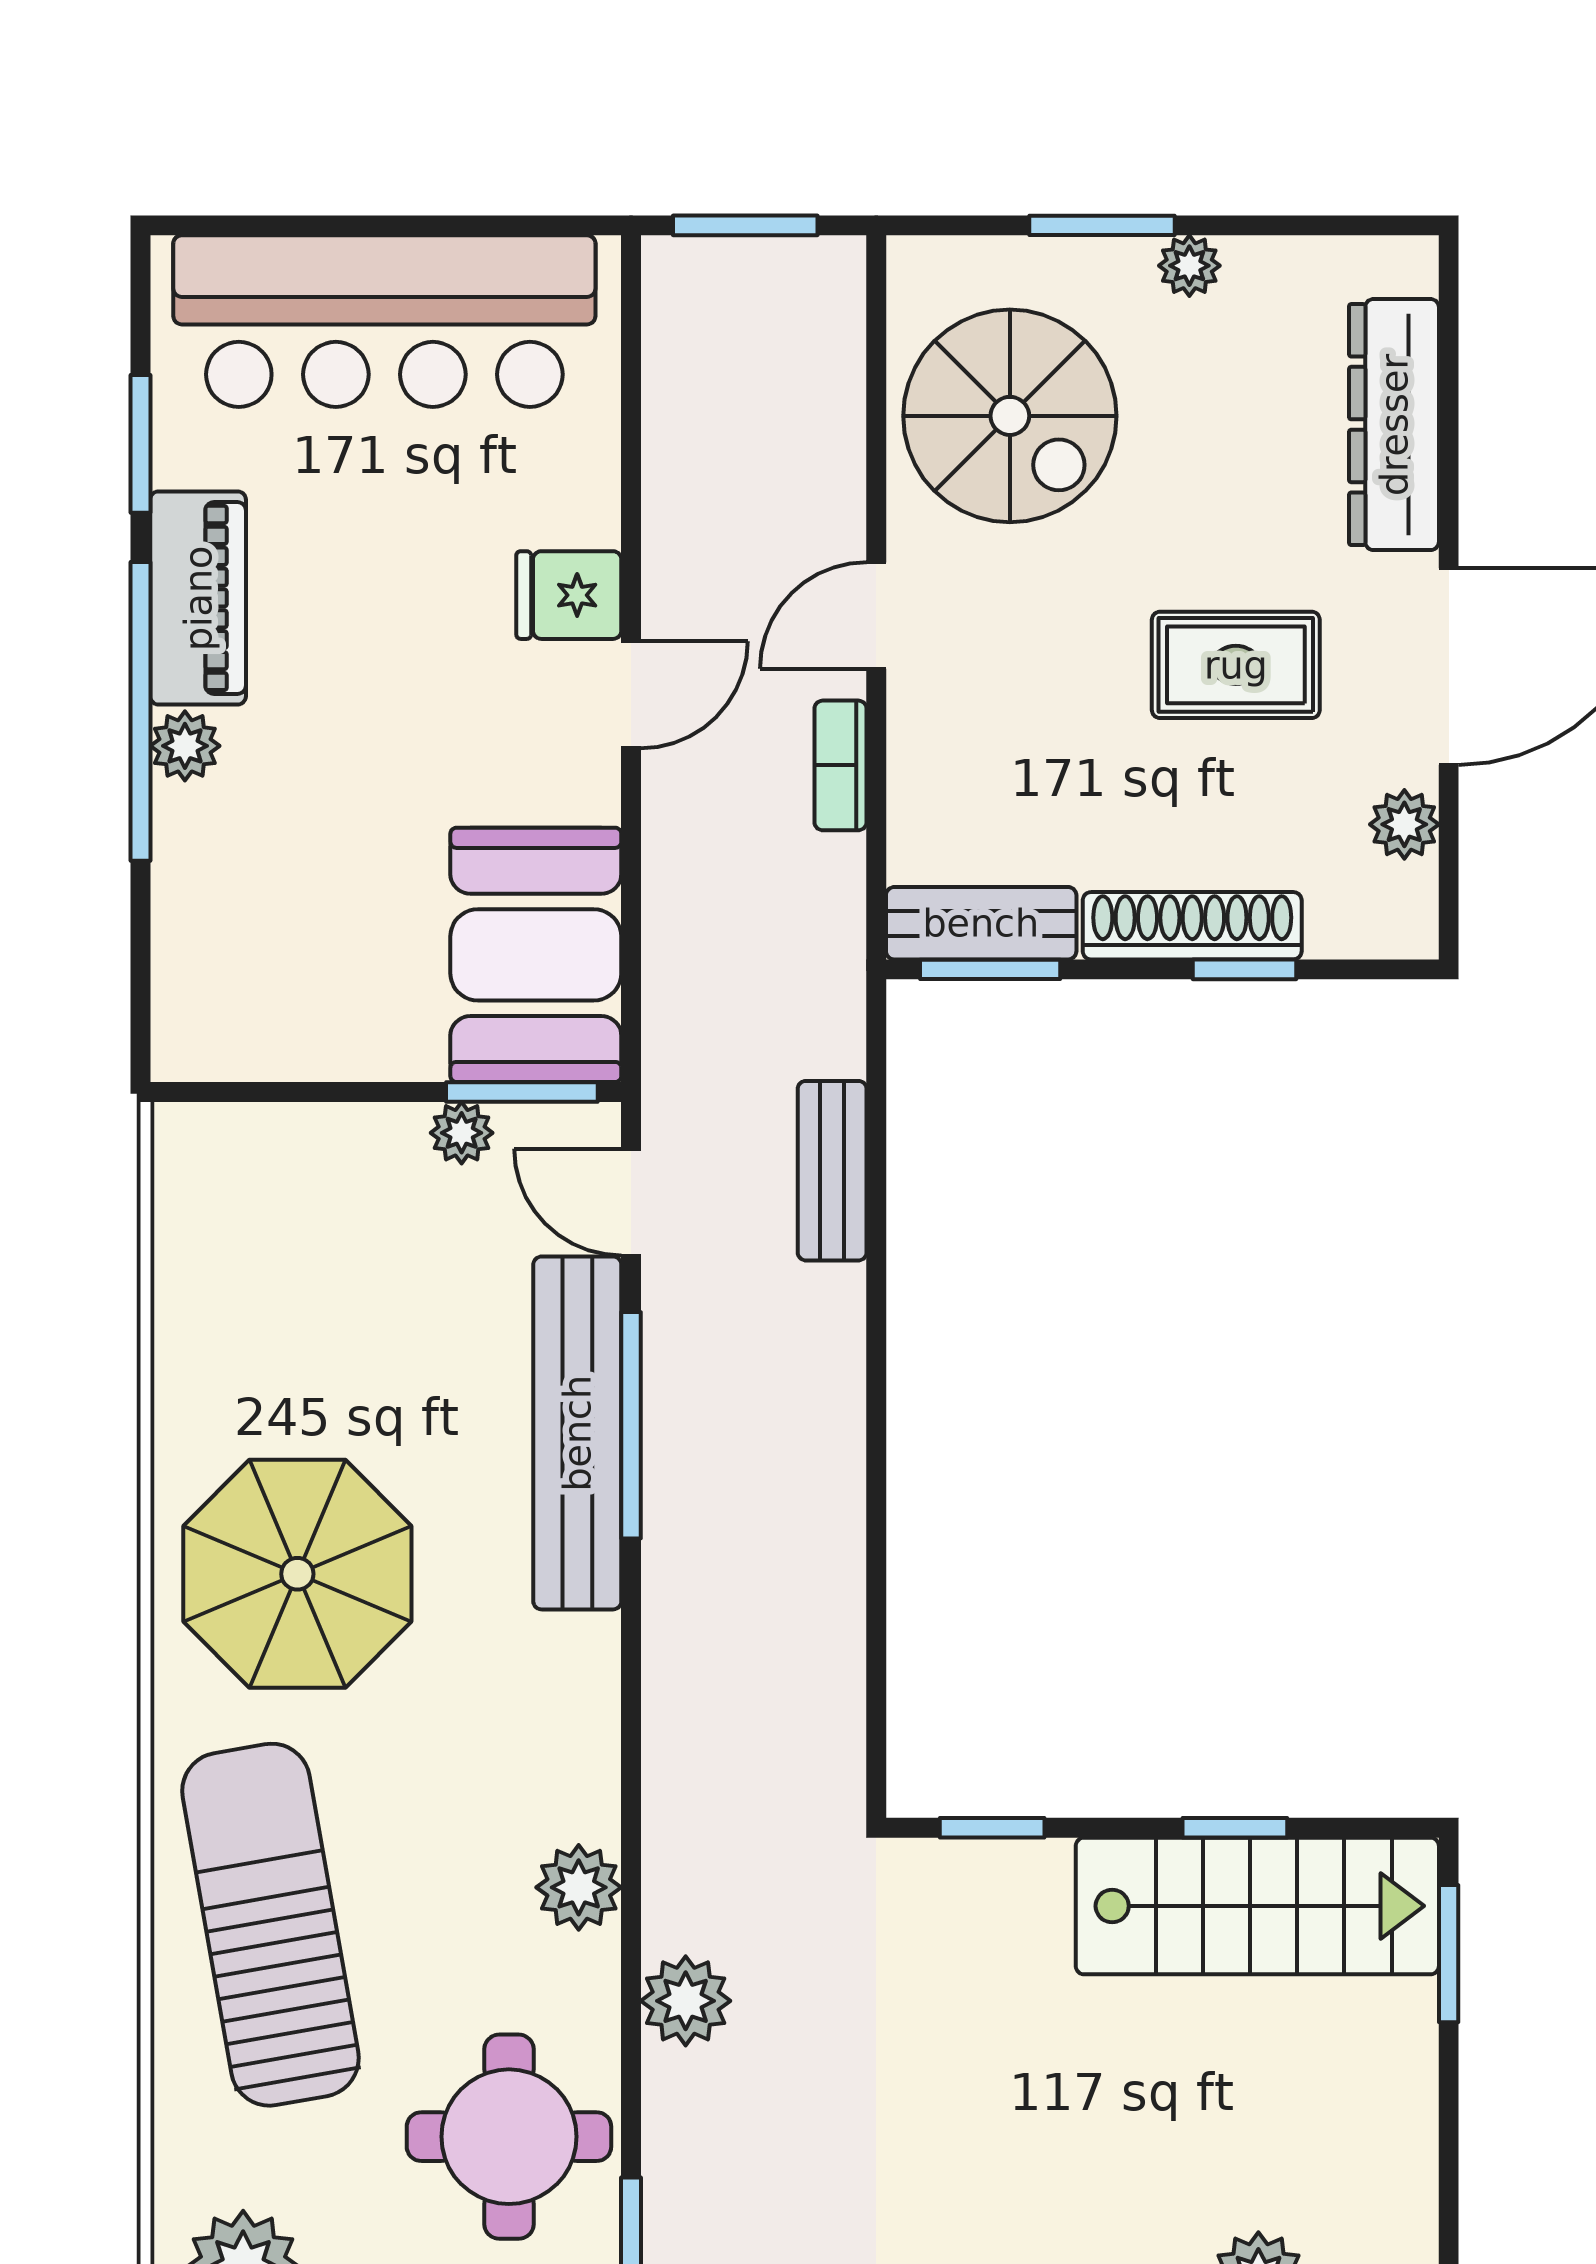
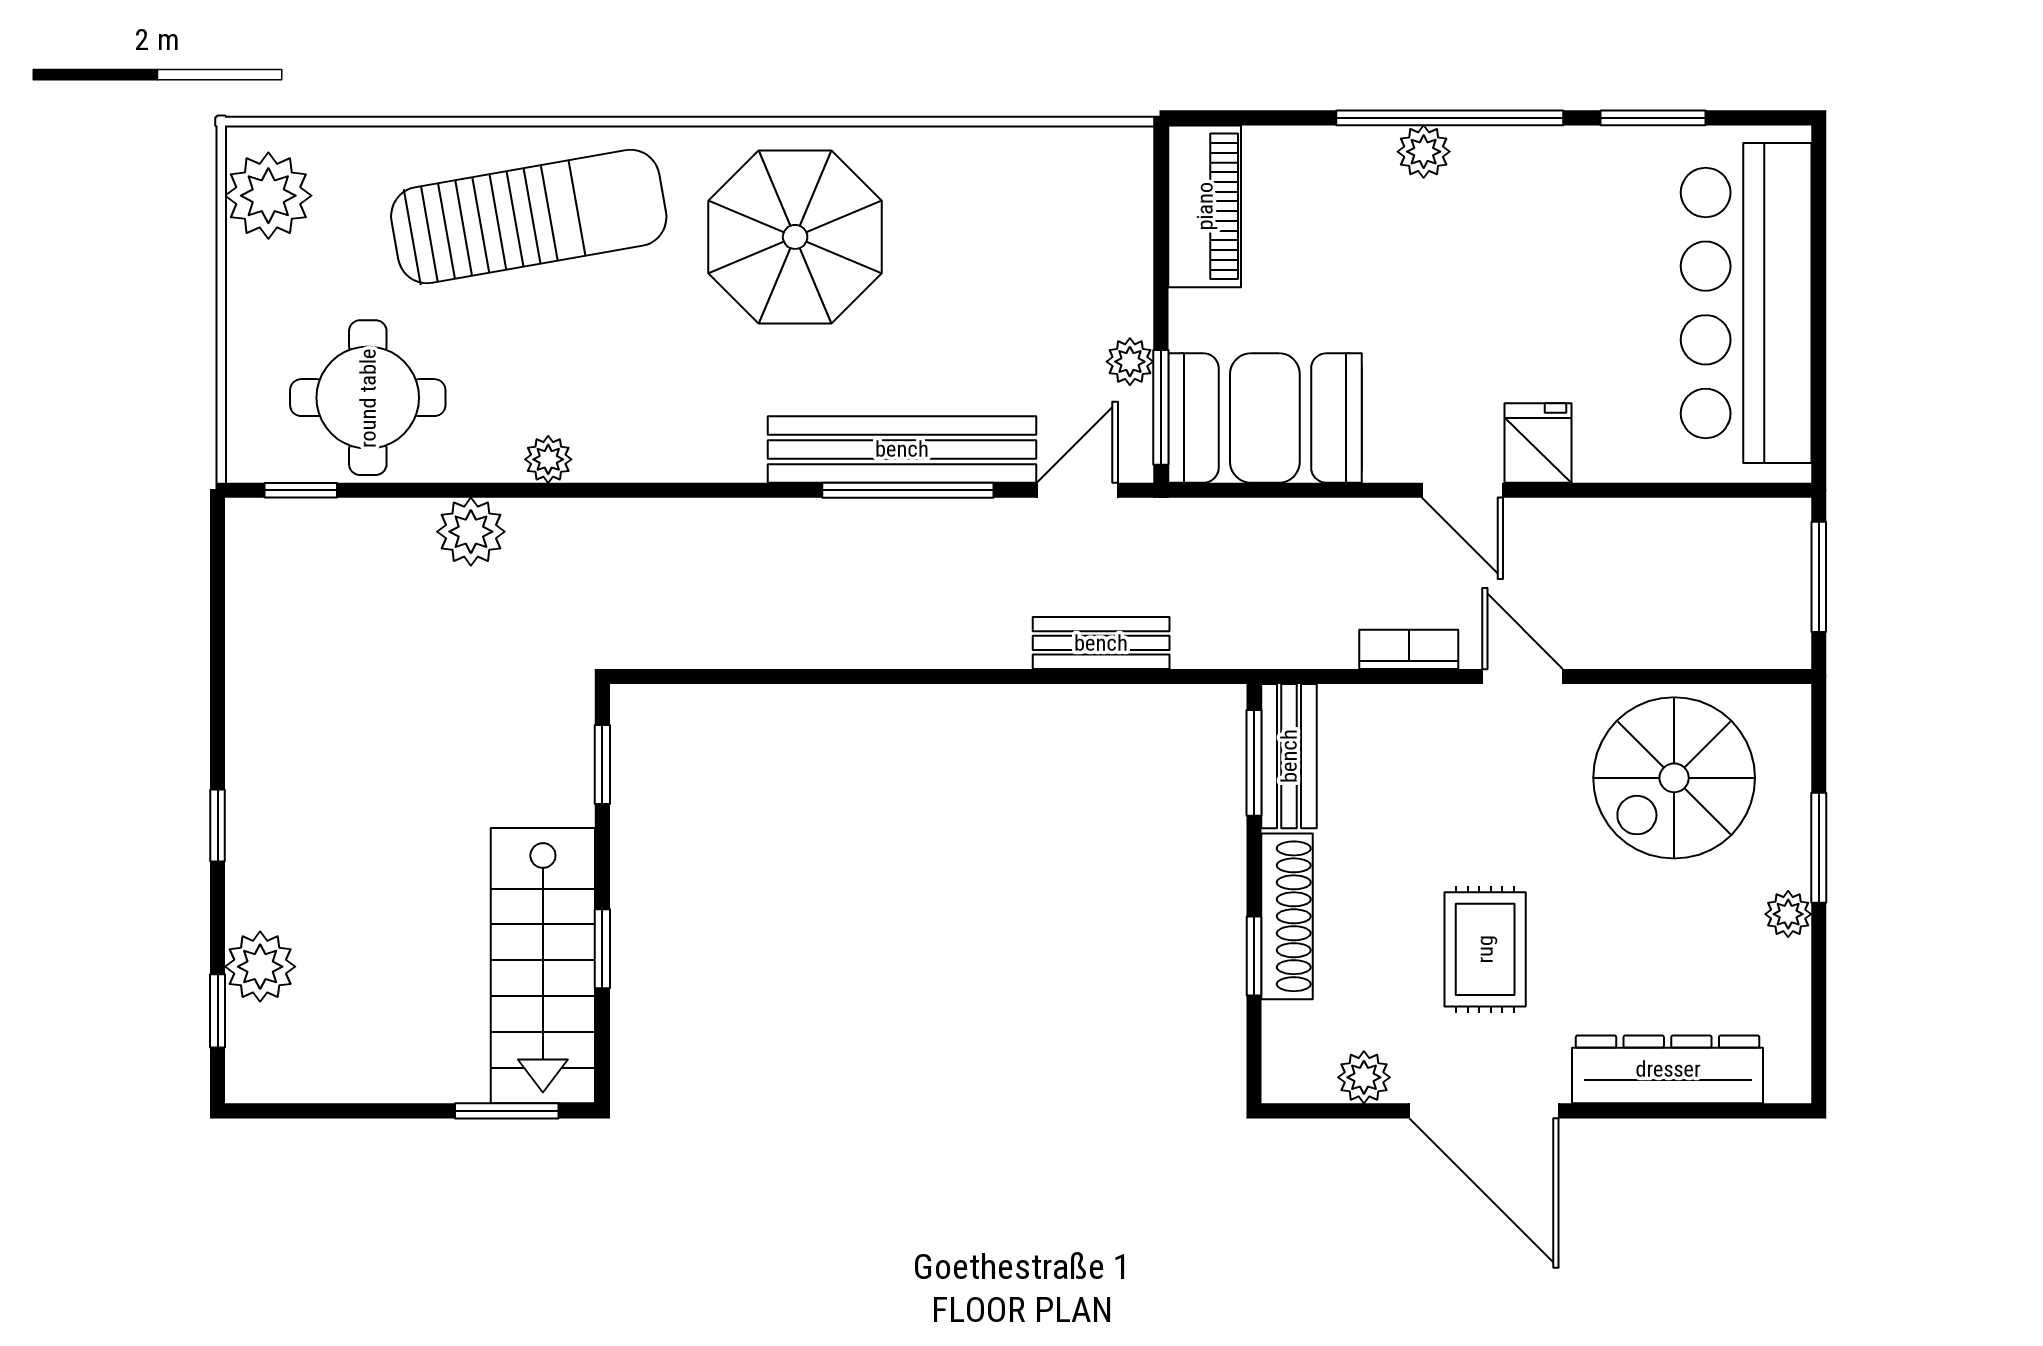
piano: (198, 598) -> (1205, 206), moved, turned -90
plant: (579, 1887) -> (548, 459), width x0.73, depth x0.73

